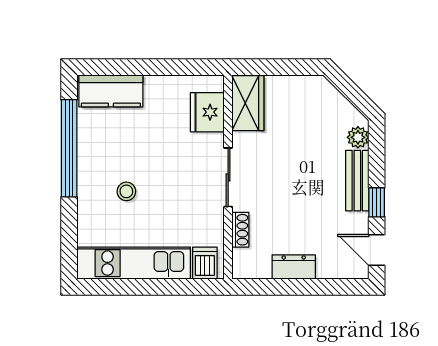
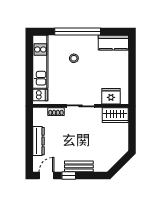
kitchen counter: (111, 91) -> (113, 43), moved, turned -90
plant: (358, 137) -> (99, 167), removed
window: (69, 148) -> (78, 31), moved
dresser: (294, 267) -> (39, 141), width x1.44

